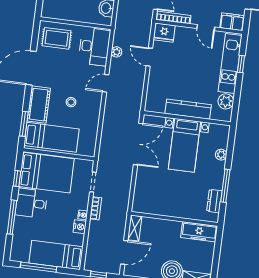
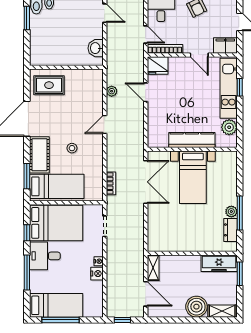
desk: (94, 47) -> (88, 89), removed
plant: (221, 155) -> (231, 212), moved
bookcase: (96, 208) -> (111, 183), moved
window: (218, 245) -> (240, 274), added
door: (124, 252) -> (146, 294), hinge flipped
bed: (56, 255) -> (56, 305), moved, turned 180

